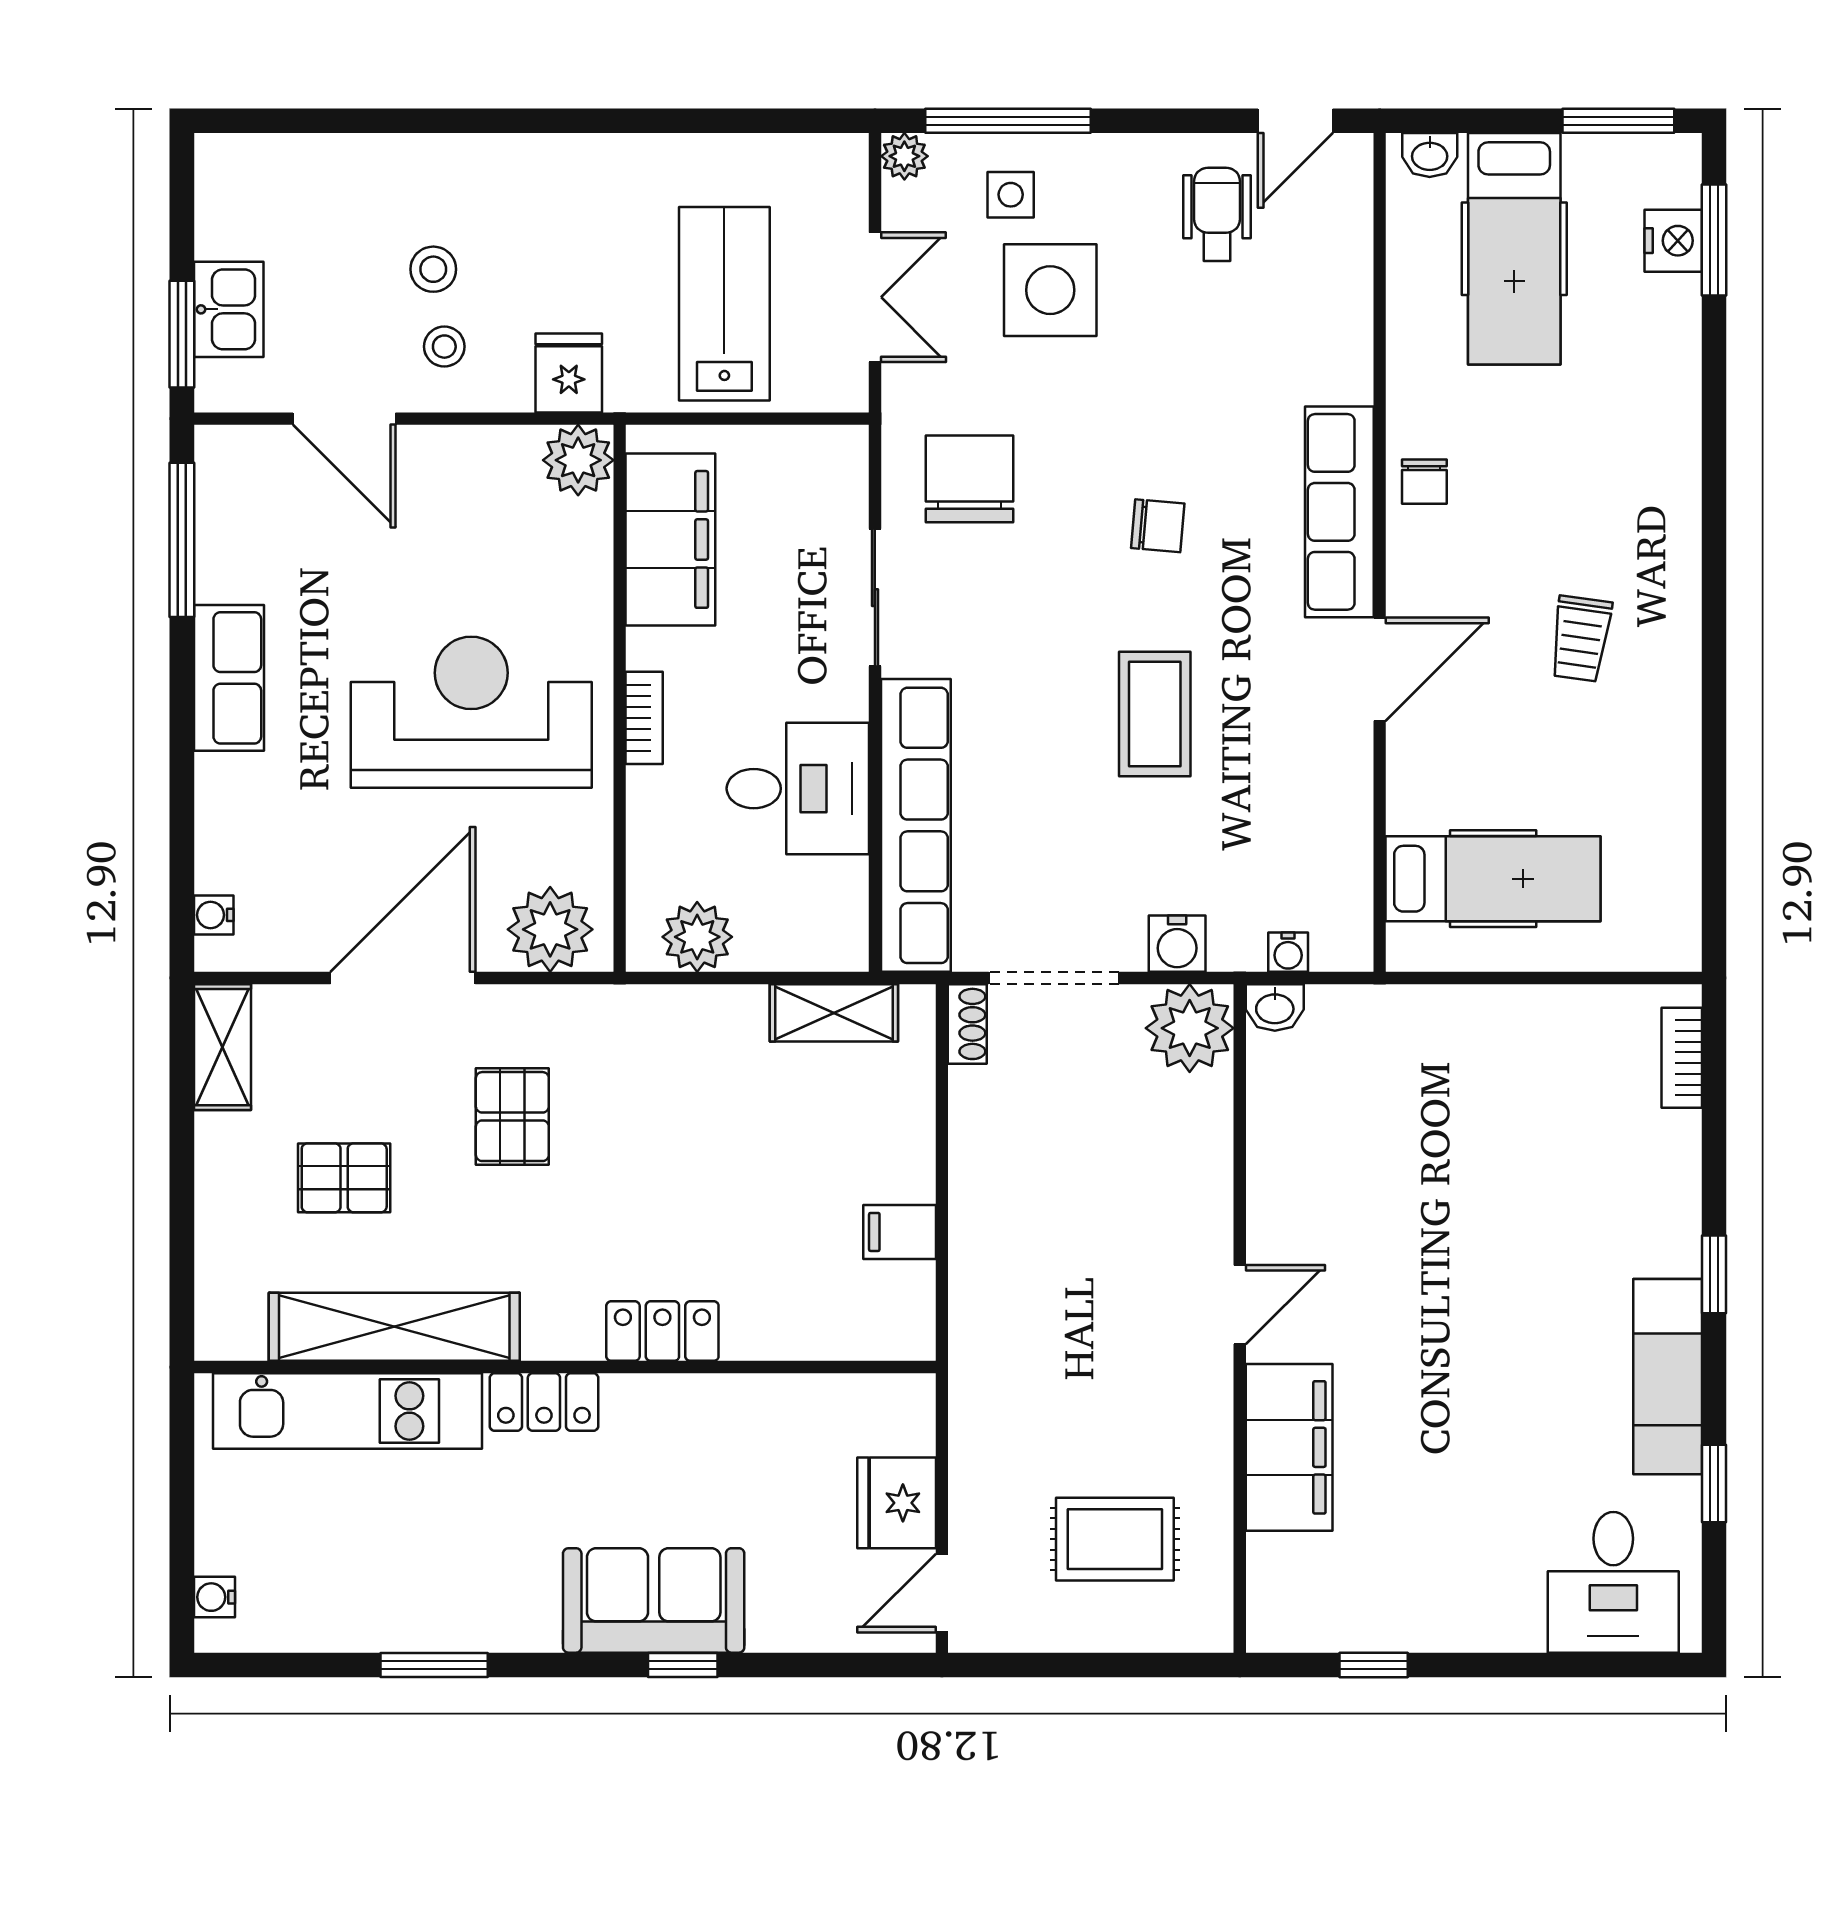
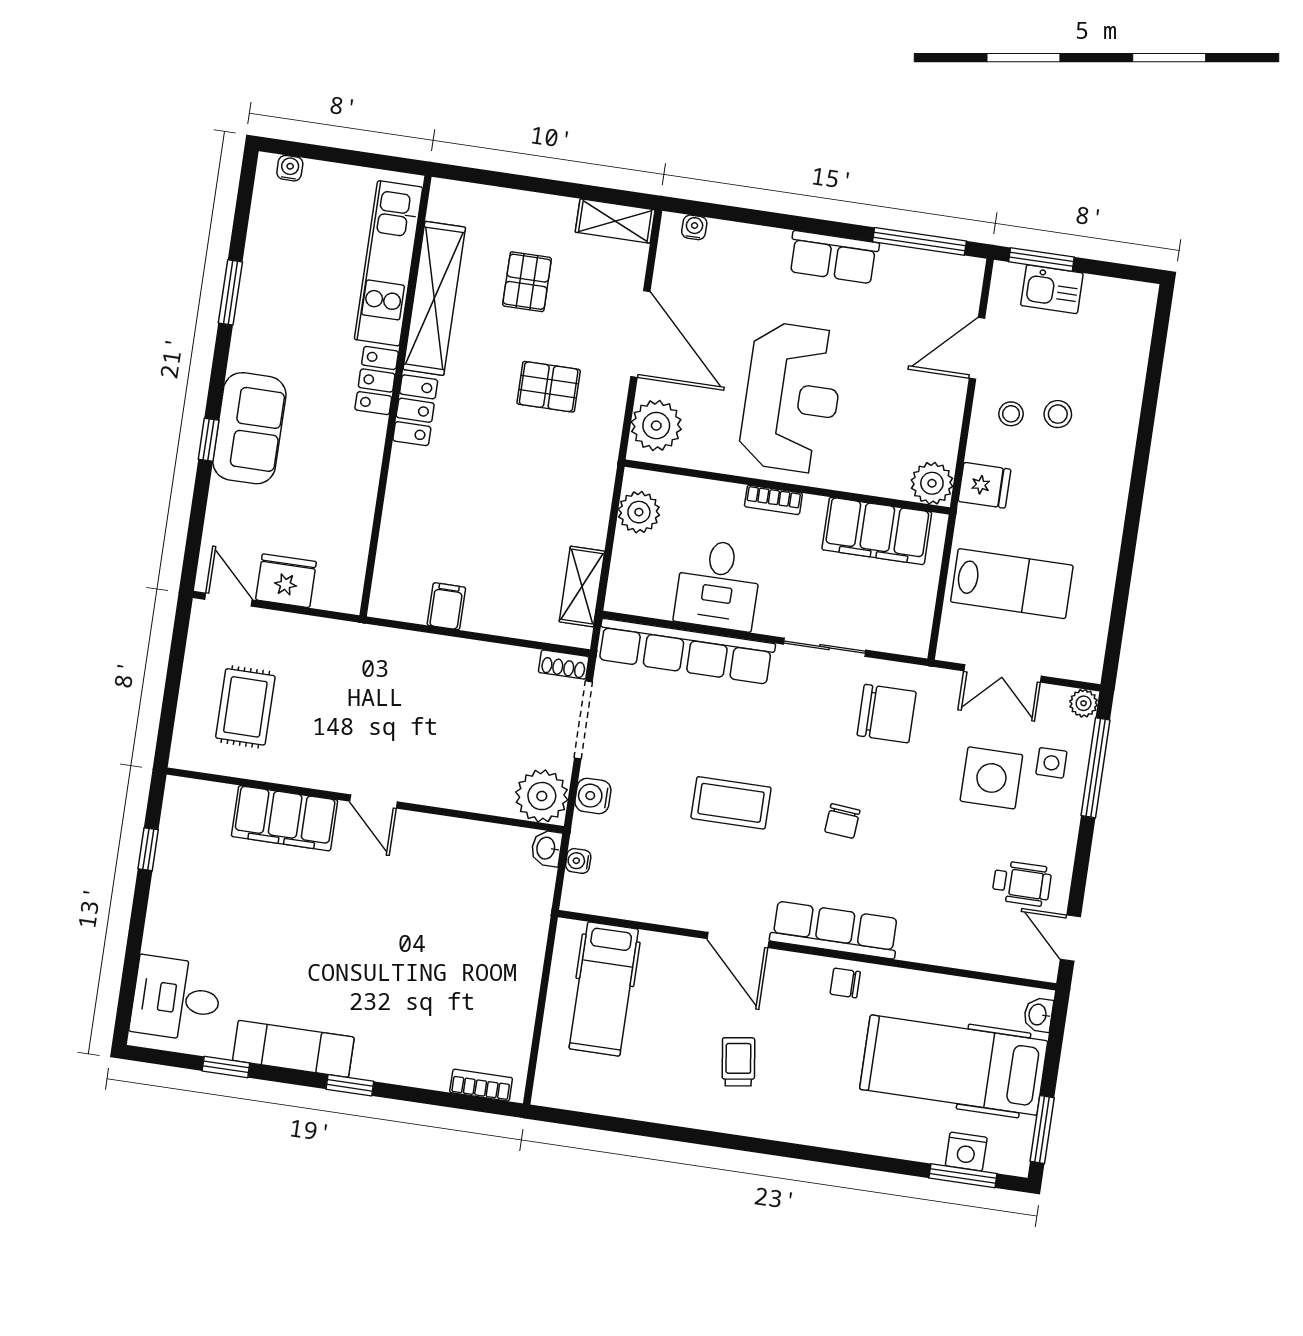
hospital bed: (1514, 249) -> (954, 1065), width x1.37, depth x1.29
trolley: (1581, 639) -> (738, 1062), turned 74
locker: (662, 1331) -> (415, 410), moved

